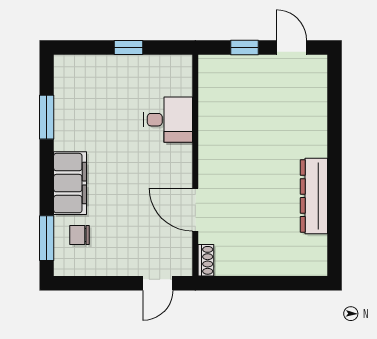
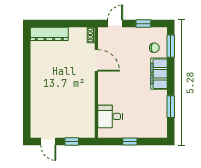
desk: (168, 120) -> (110, 116), moved
dresser: (314, 196) -> (49, 34), moved, turned 90
window: (102, 283) -> (143, 24), added

